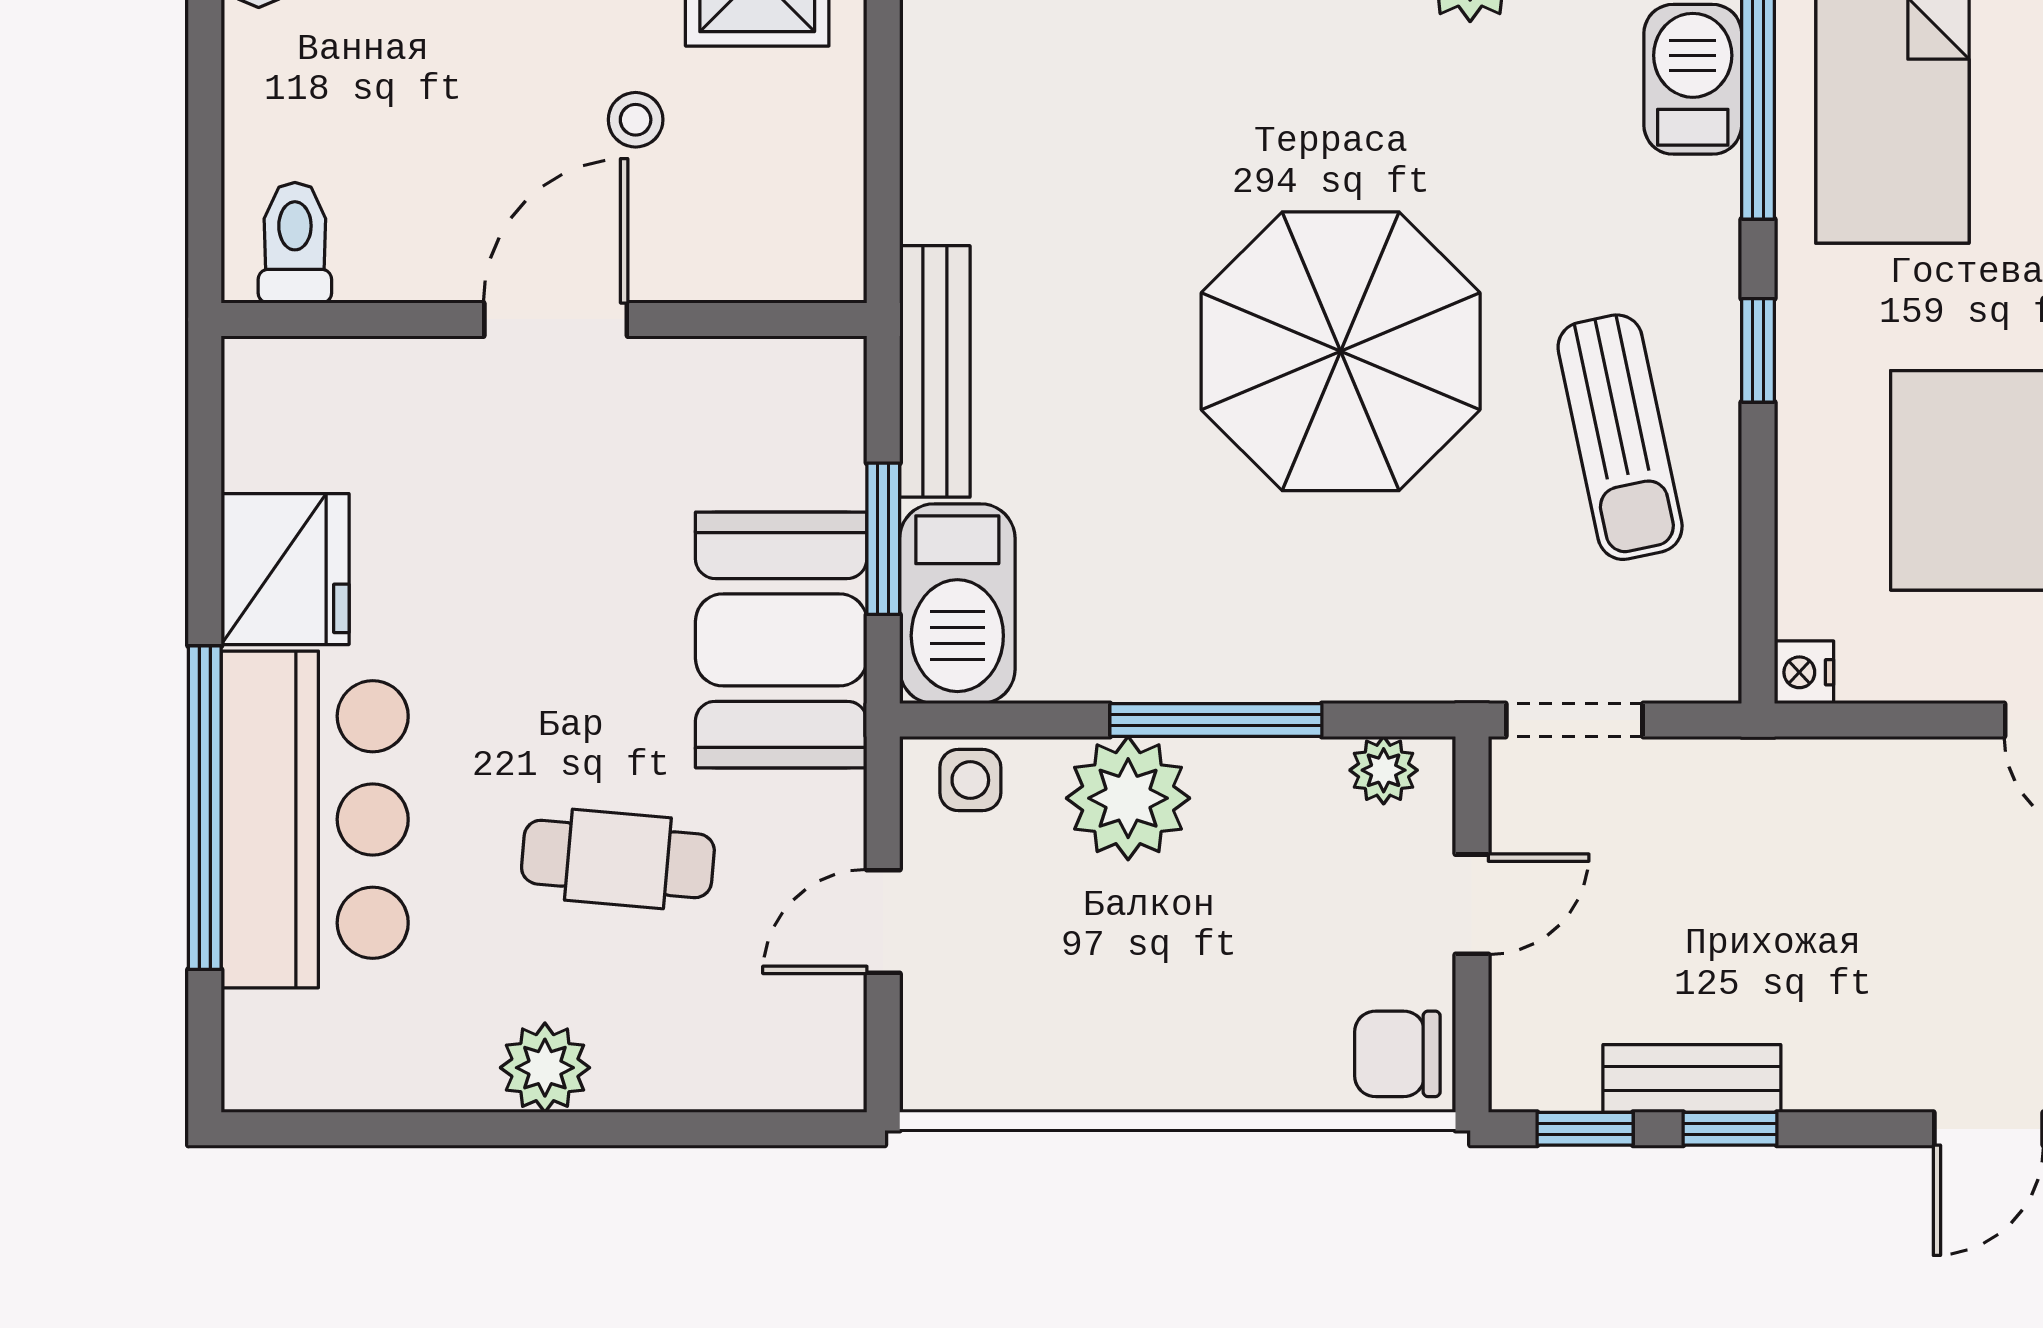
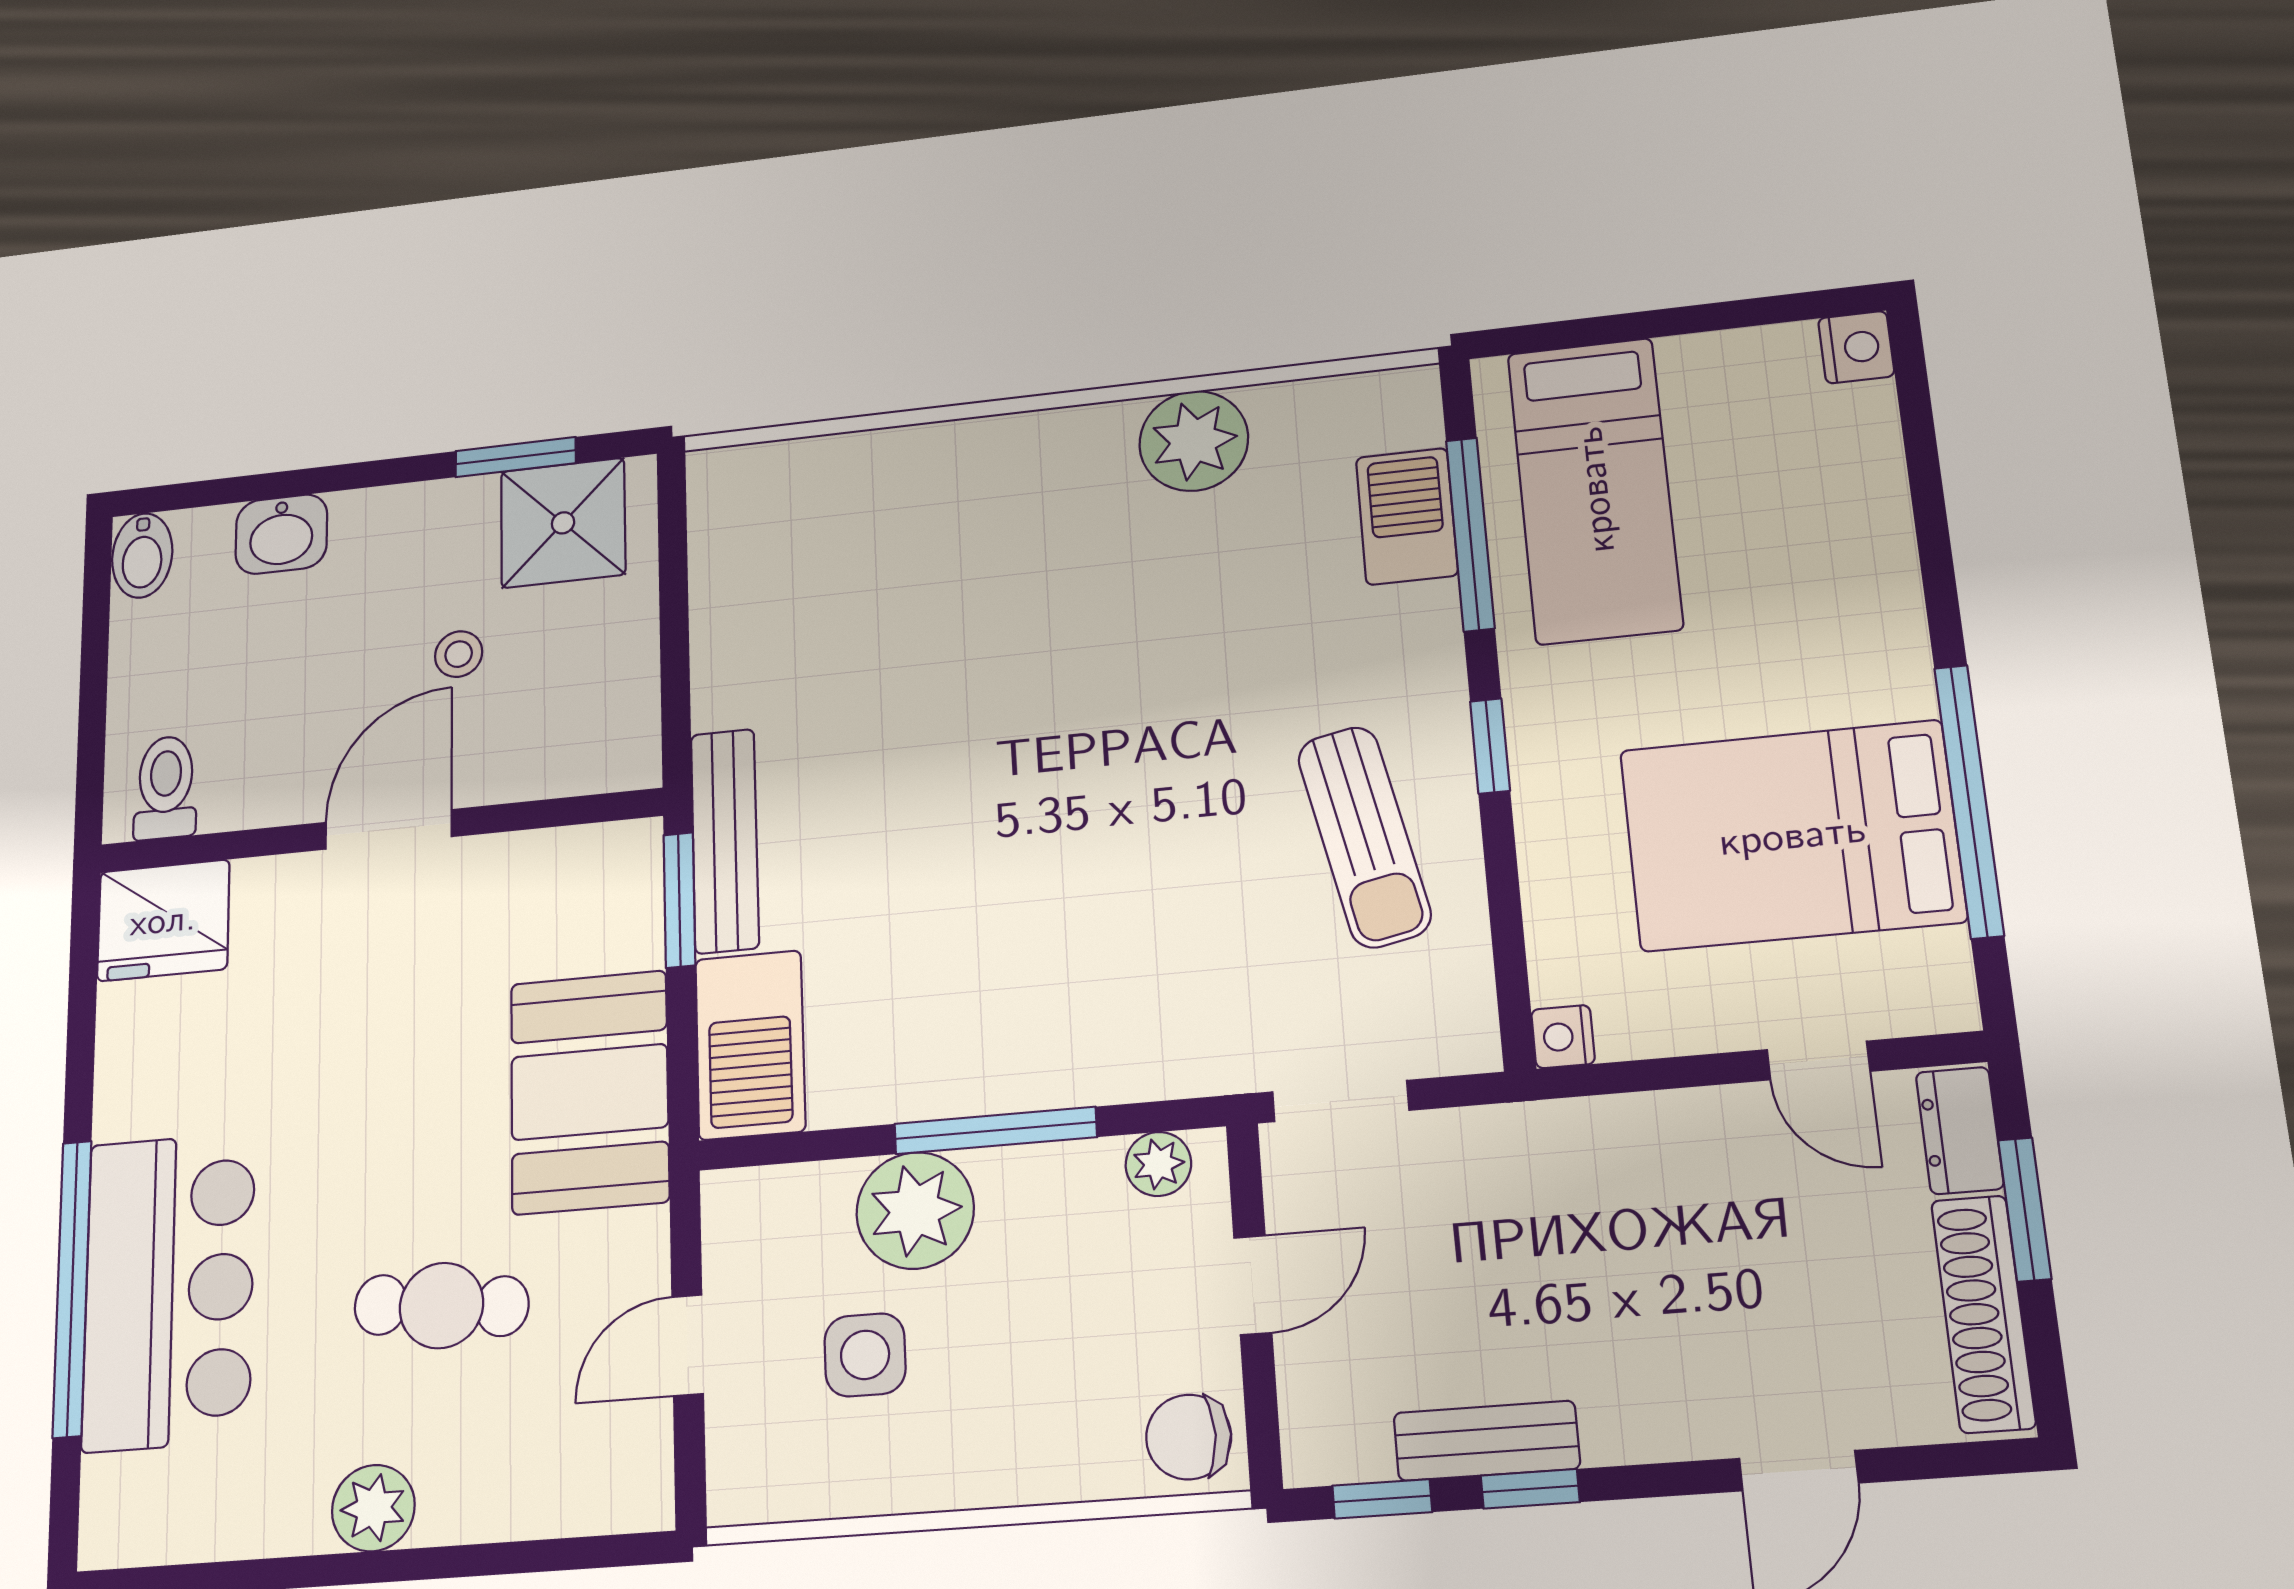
parasol: (1341, 351) -> (1095, 786), removed
window: (883, 539) -> (679, 900), moved
fridge: (285, 569) -> (163, 920), moved, turned 90
side table: (970, 780) -> (865, 1355), moved, width x1.37, depth x1.37

